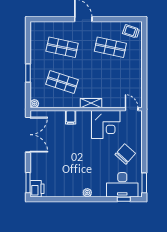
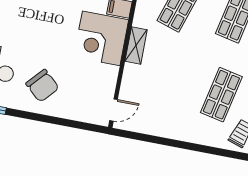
corner desk: (106, 125) -> (101, 38), moved

